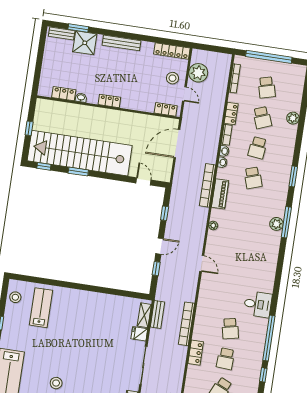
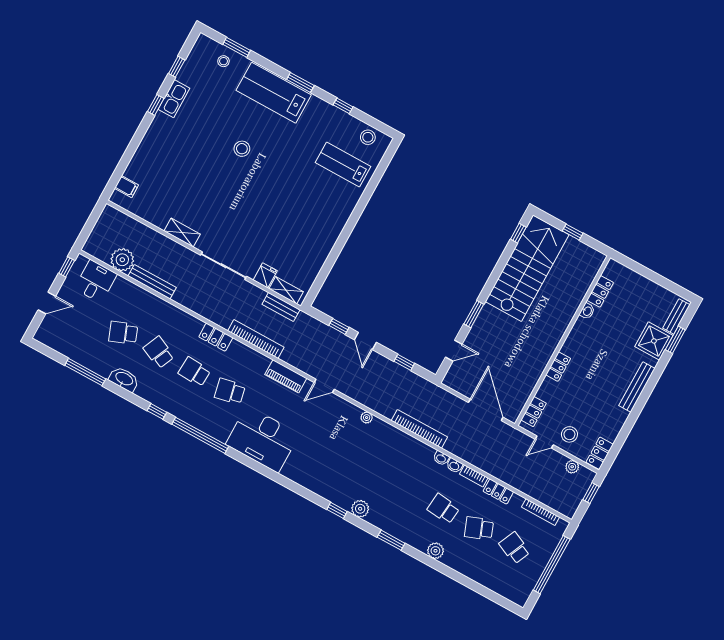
window: (208, 48) -> (591, 493), added
locker: (172, 51) -> (600, 453), width x0.66
plant: (198, 73) -> (572, 467), width x0.53, depth x0.53
school desk: (267, 87) -> (515, 548), turned 39
locker: (109, 101) -> (558, 367), moved
plant: (293, 118) -> (435, 551), moved
stairs: (80, 153) -> (527, 268), width x0.73
window: (78, 172) -> (474, 314), moved
school desk: (253, 178) -> (408, 489), removed
piano: (220, 194) -> (286, 376), moved
window: (286, 222) -> (337, 510), width x0.46
plant: (276, 224) -> (360, 509), moved
desk: (258, 304) -> (262, 439), width x1.87, depth x1.30
lab bench: (41, 308) -> (343, 164), turned 180

